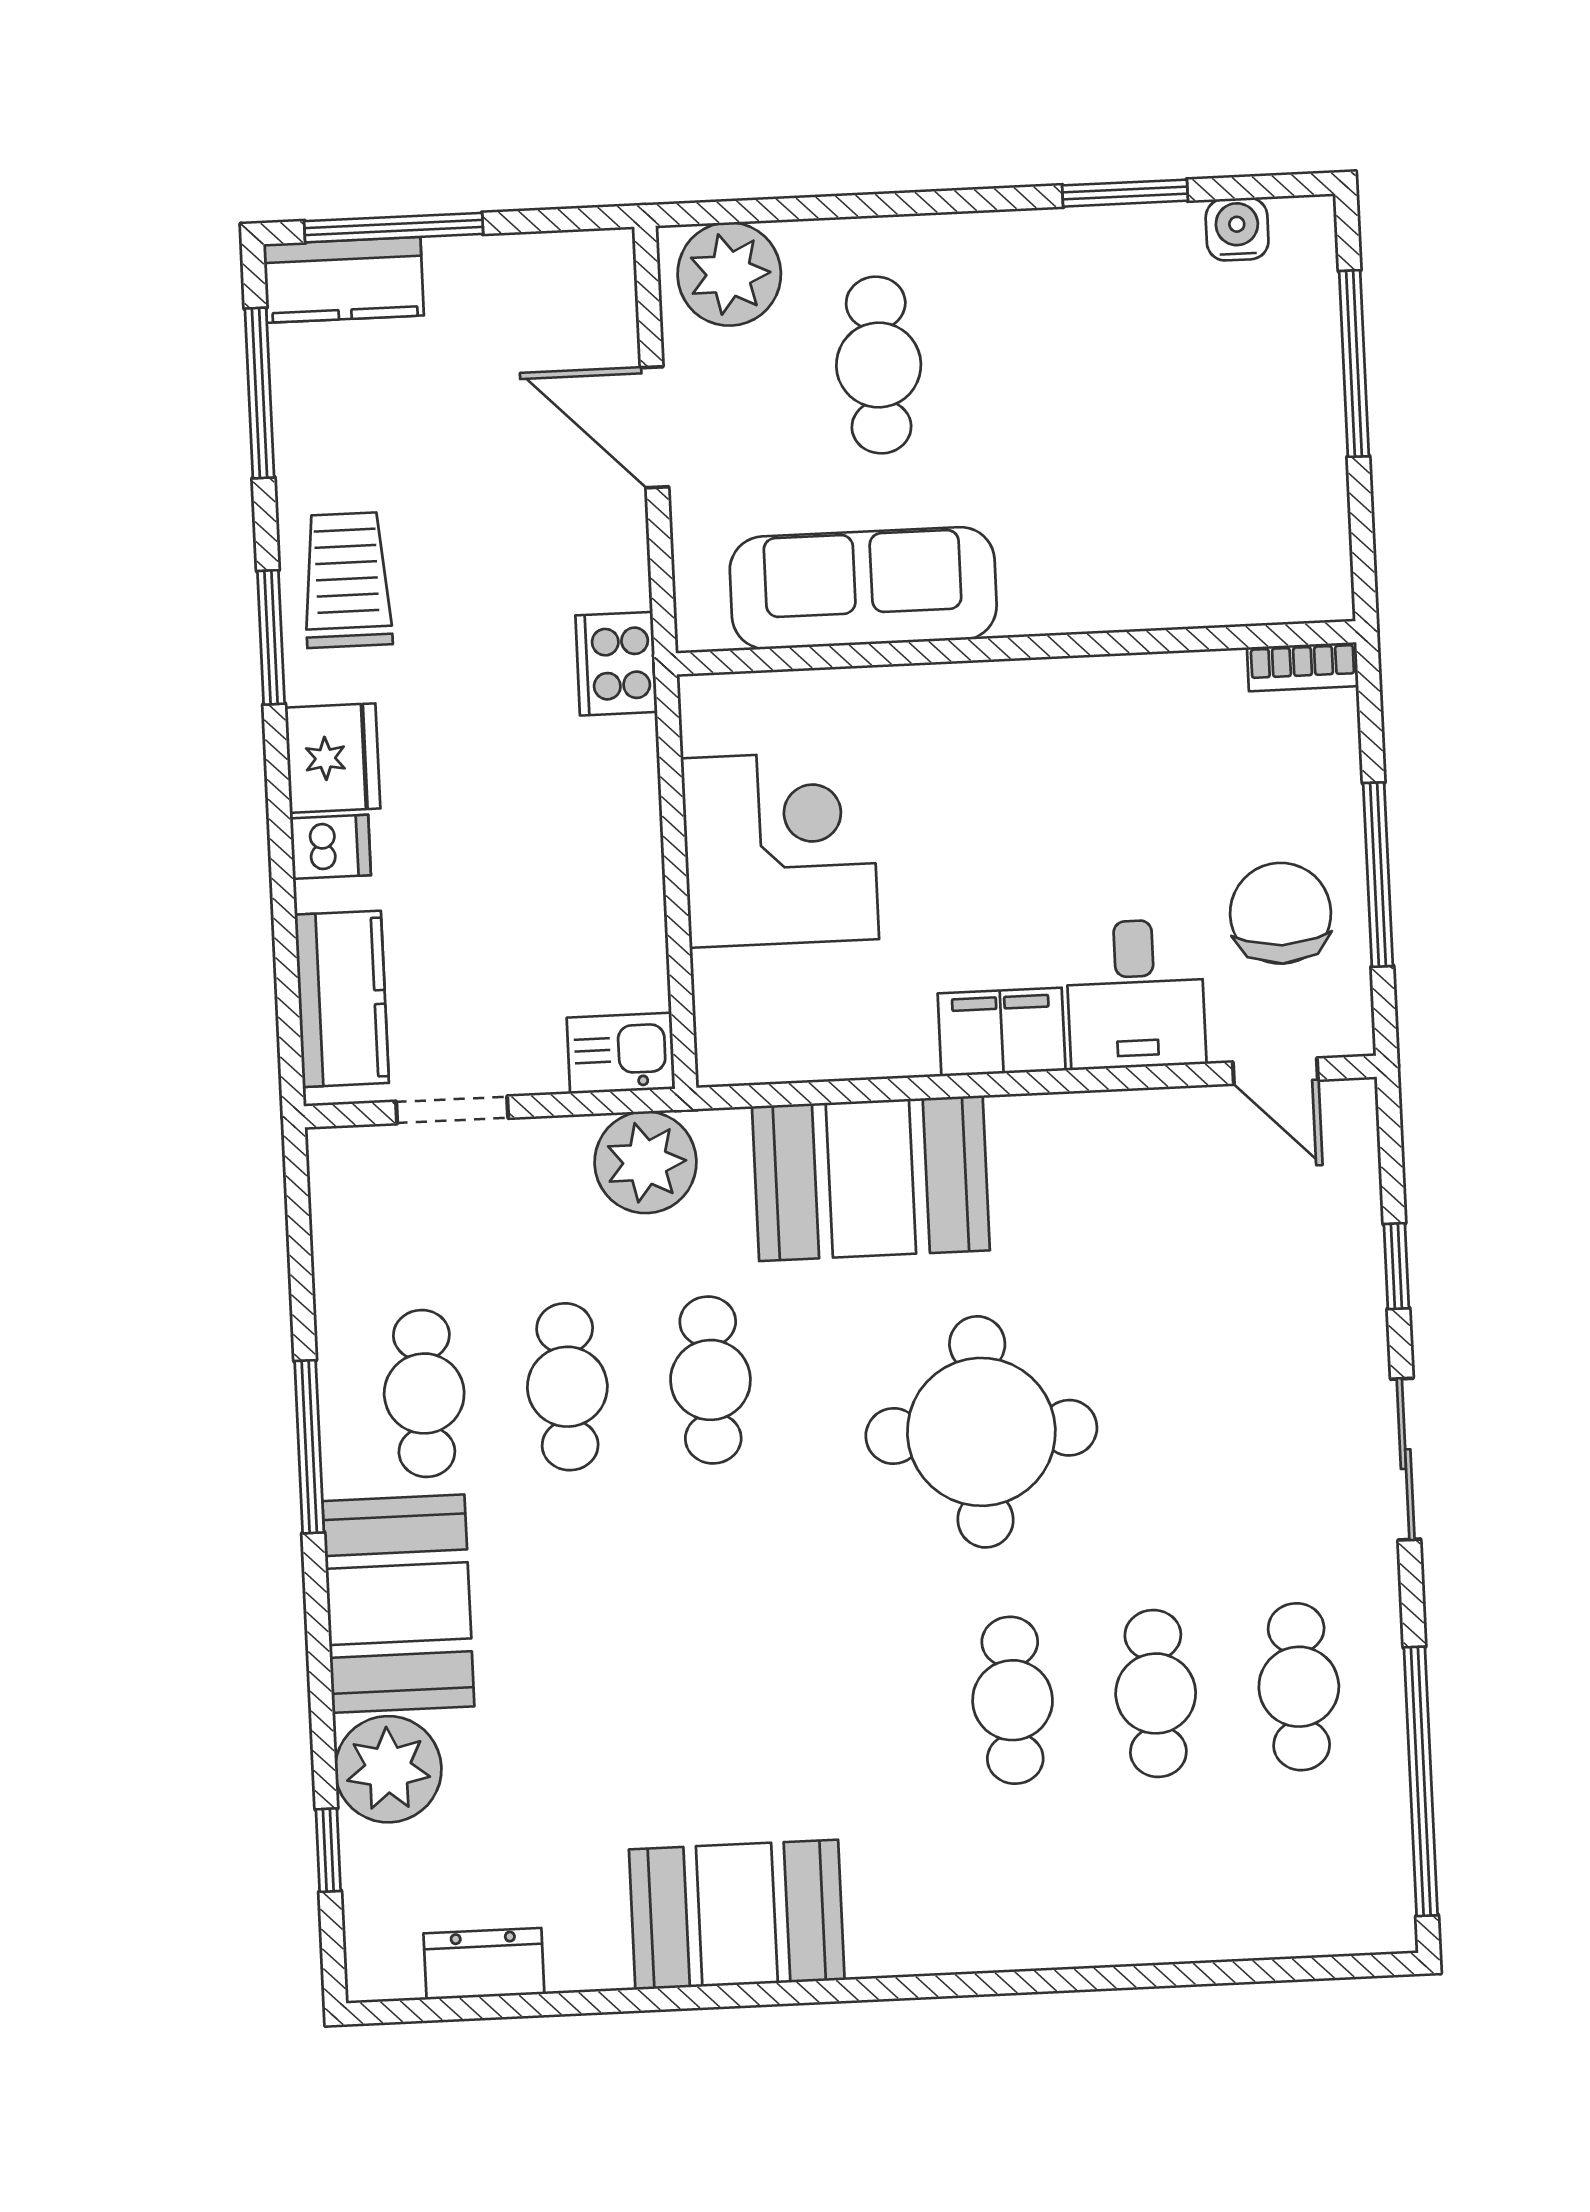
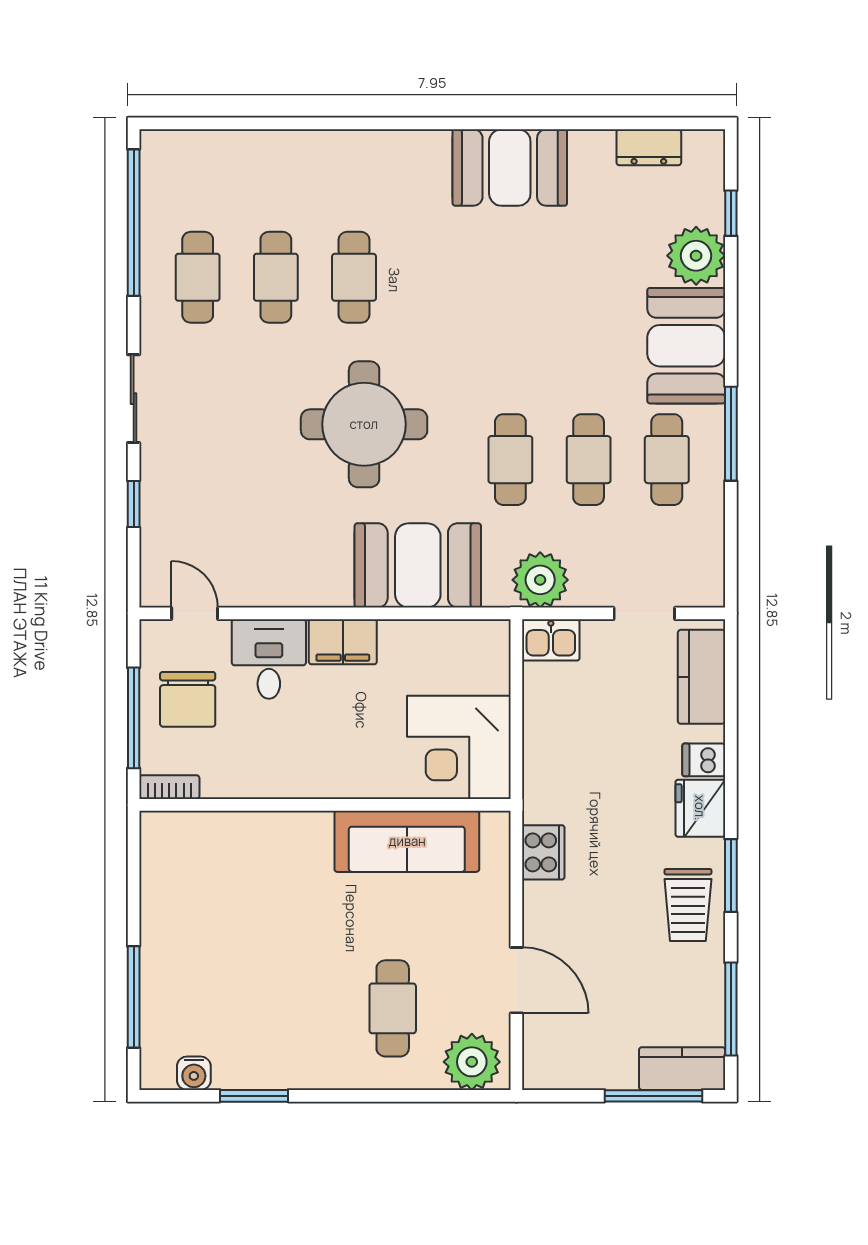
sofa: (863, 588) -> (407, 841), moved
wall: (1016, 648) -> (325, 805), moved
bookcase: (1303, 667) -> (169, 787), moved

